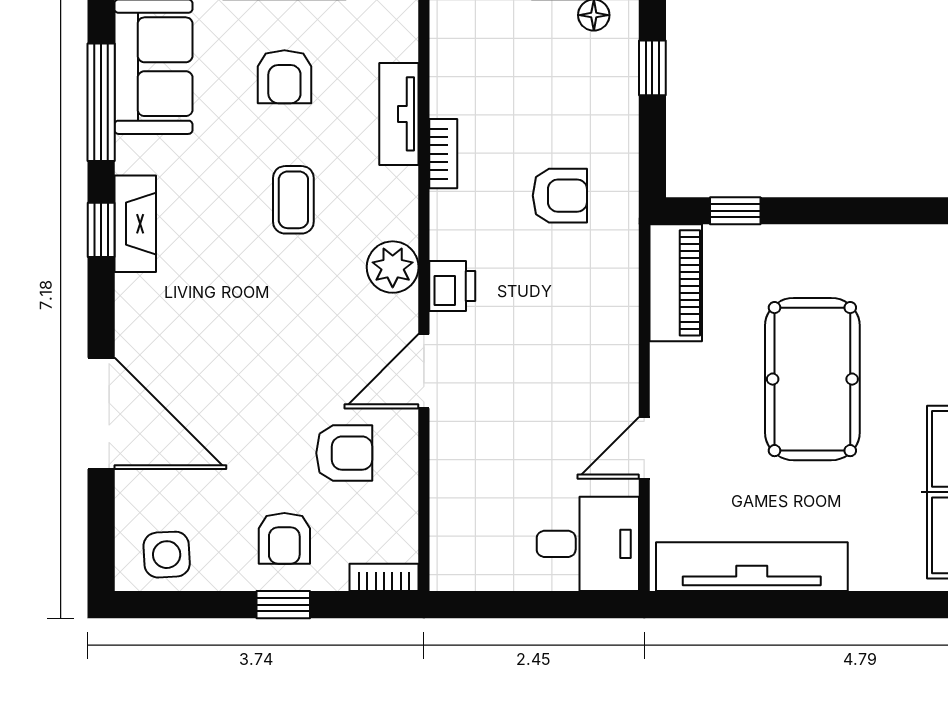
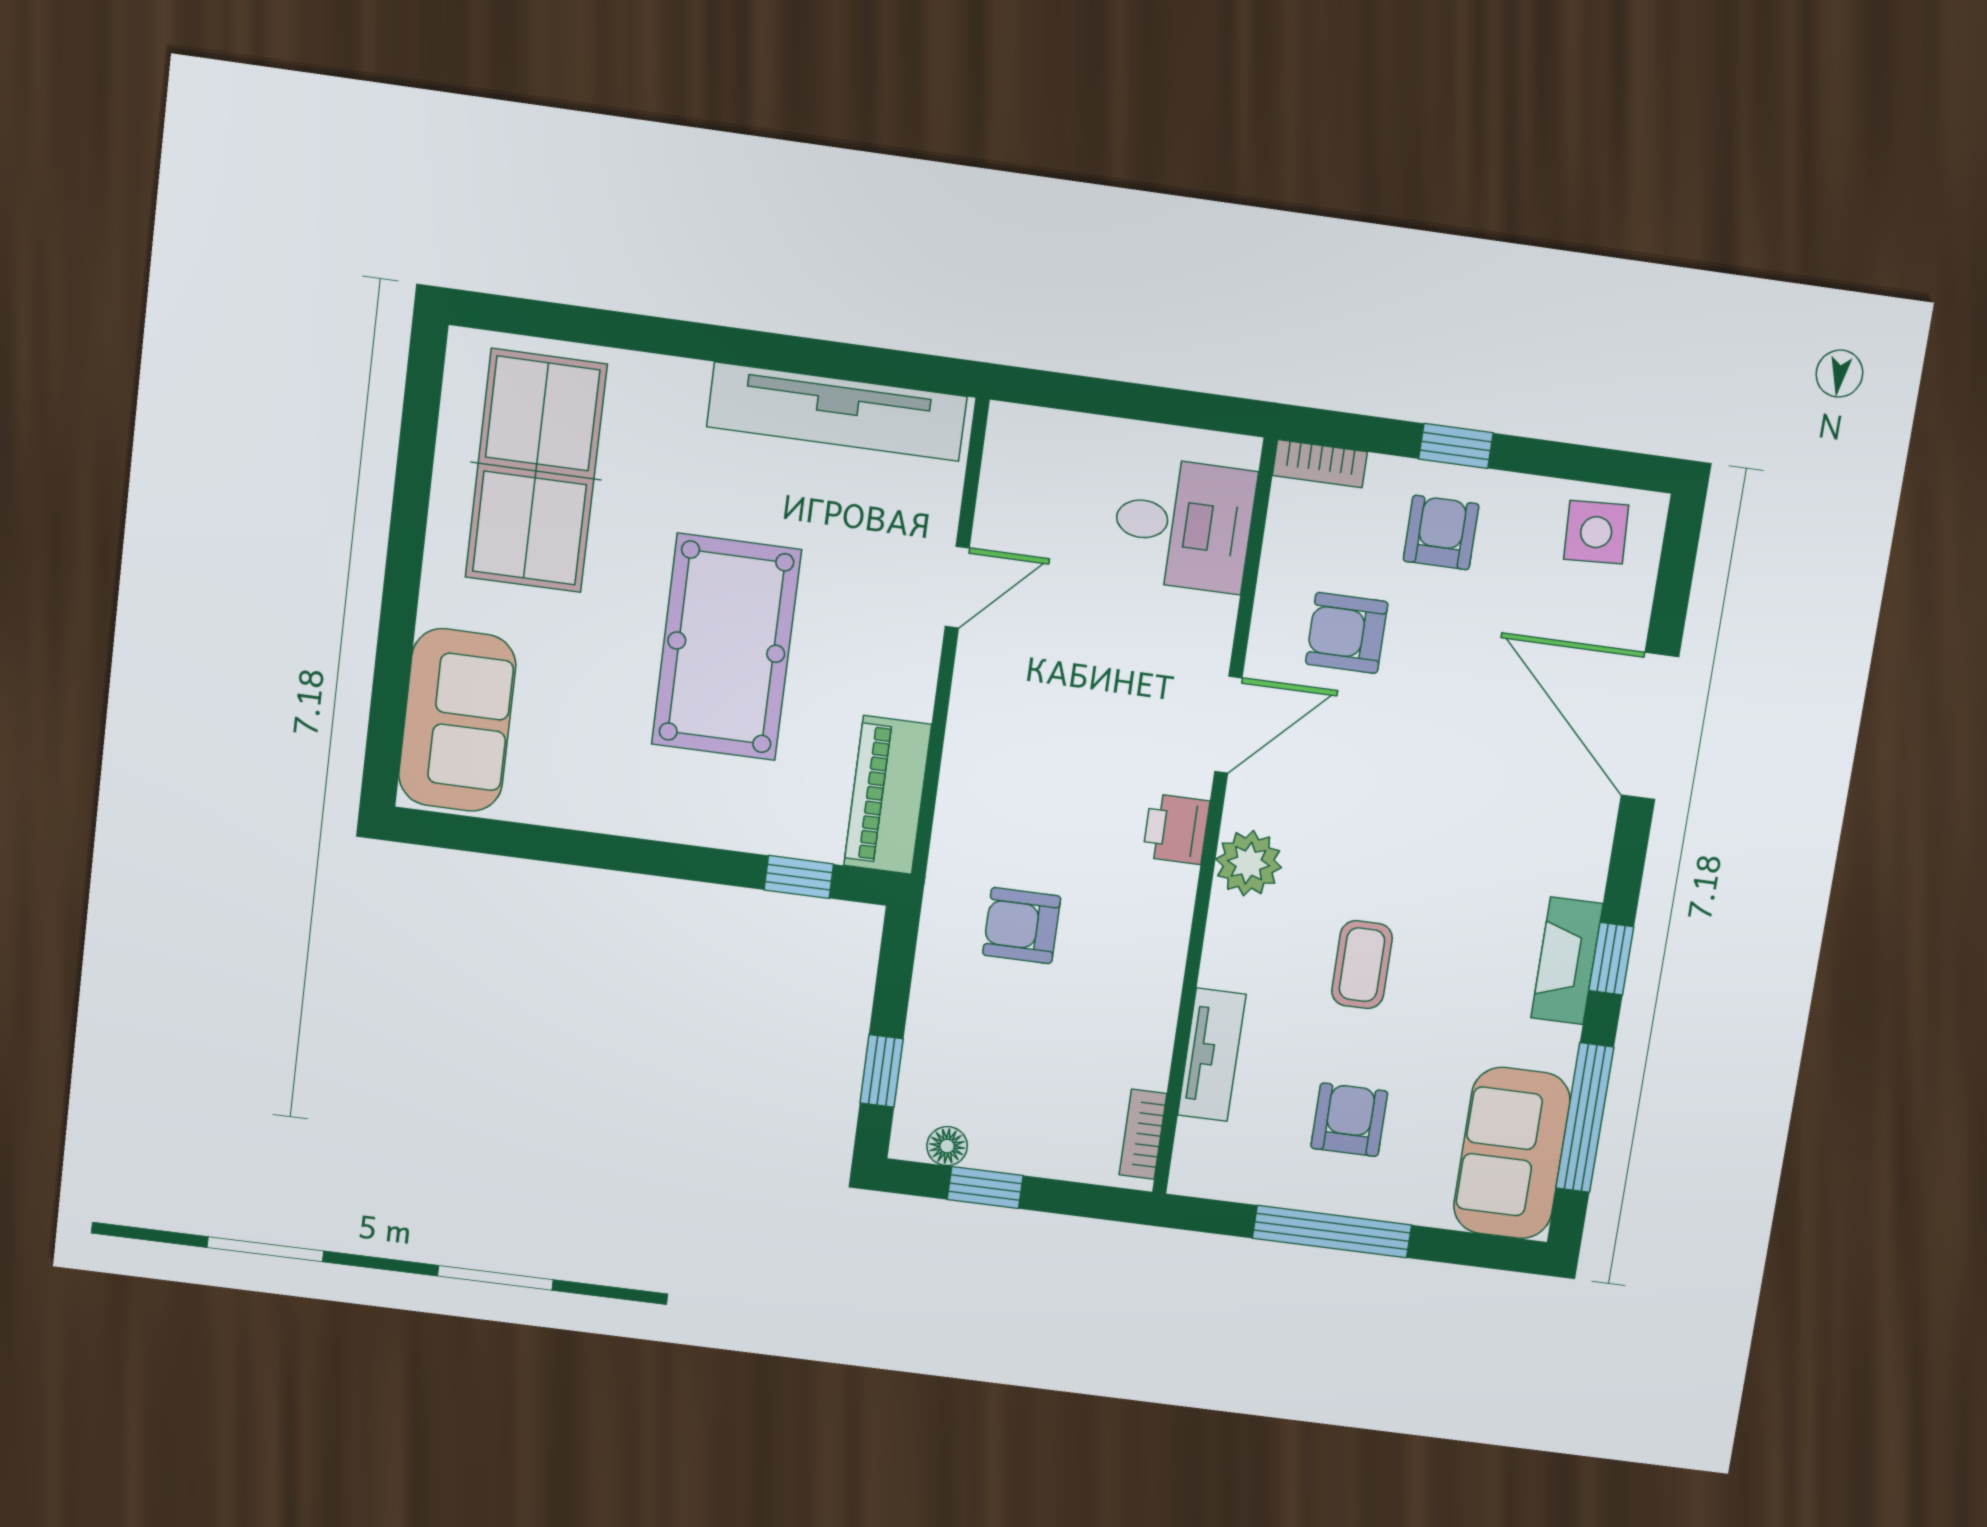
bookcase: (443, 154) -> (1143, 1134), moved
desk: (588, 544) -> (1183, 524), moved, turned 180

